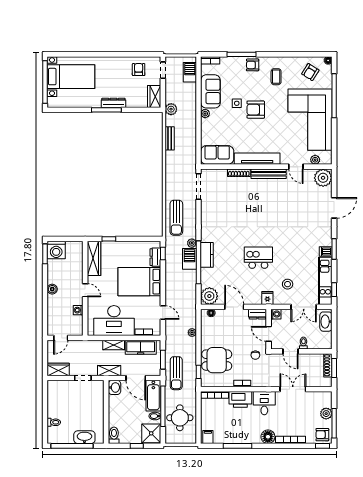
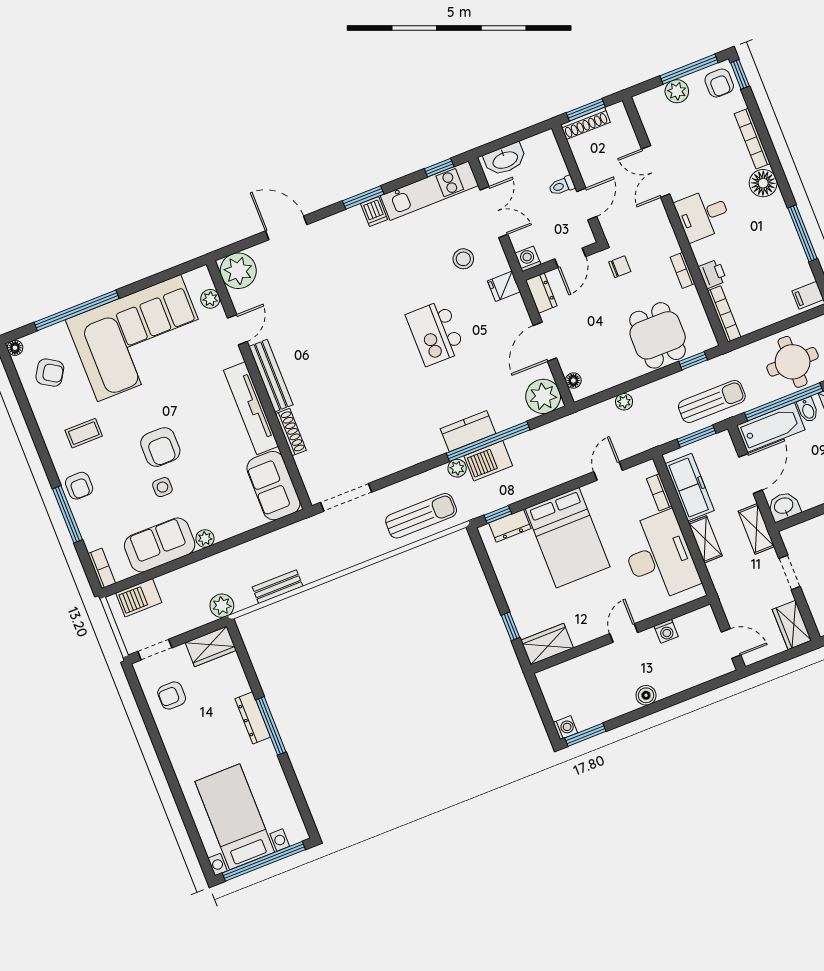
washing machine: (56, 250) -> (565, 728), width x0.53, depth x0.53
wardrobe: (94, 258) -> (547, 644), width x0.67
printer: (240, 399) -> (713, 274), width x0.53, depth x0.68

